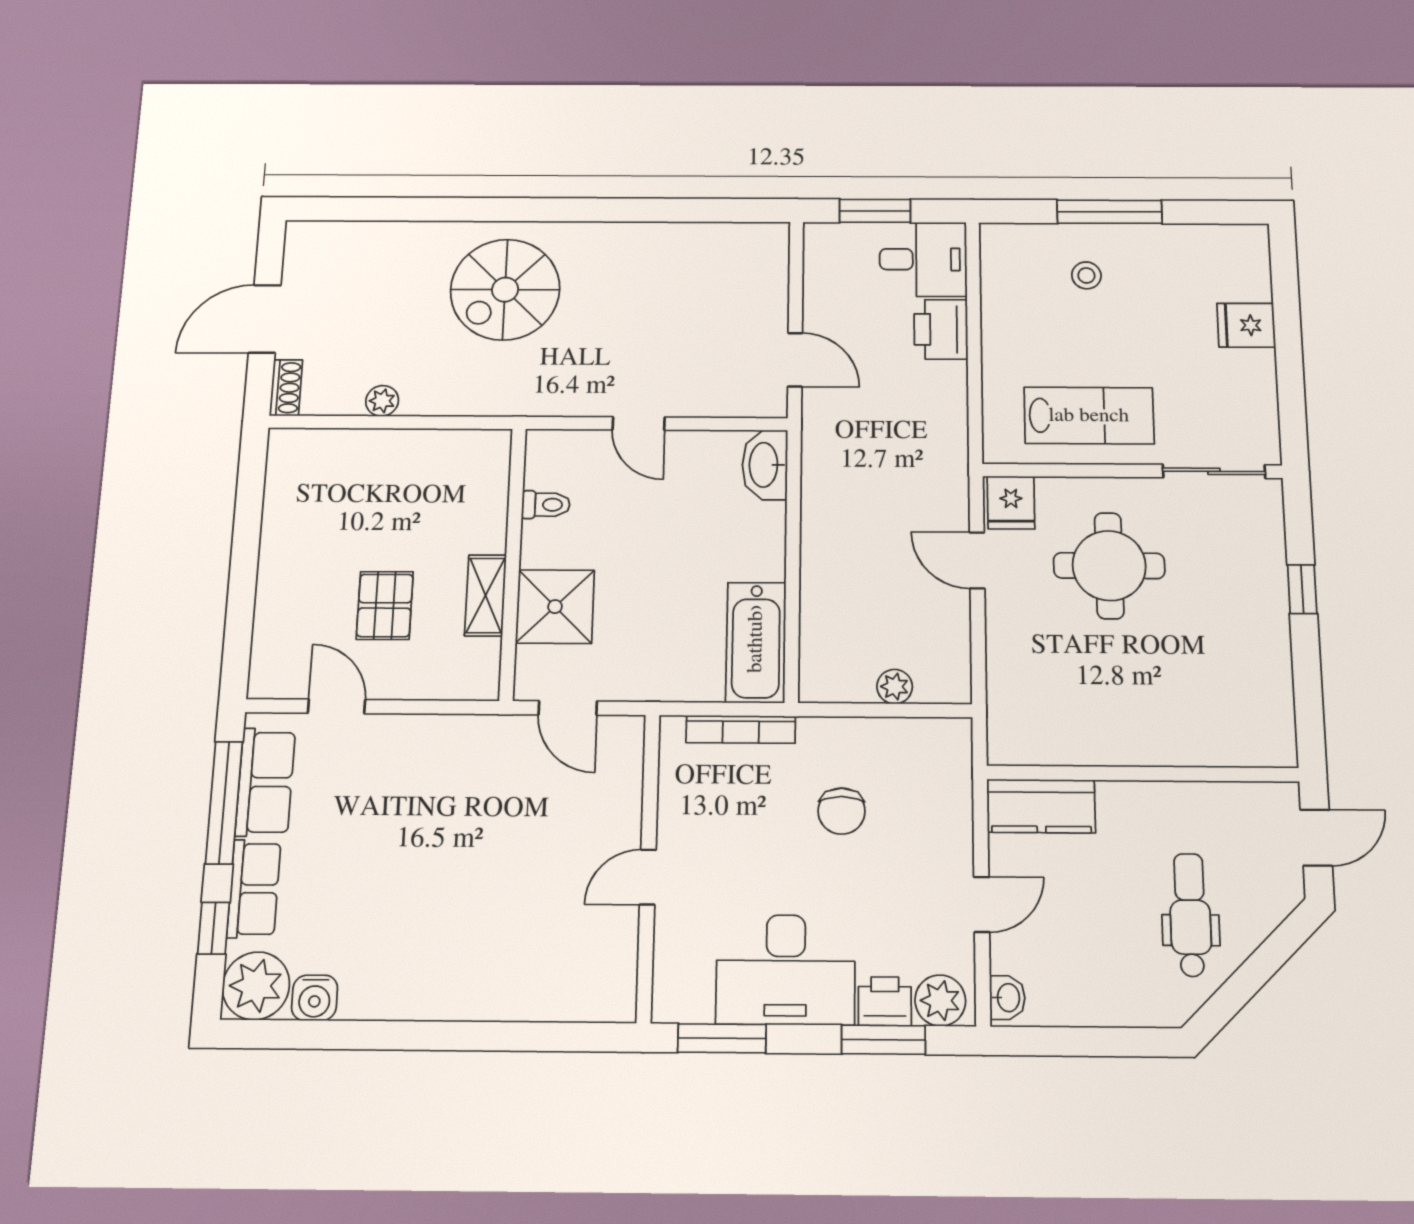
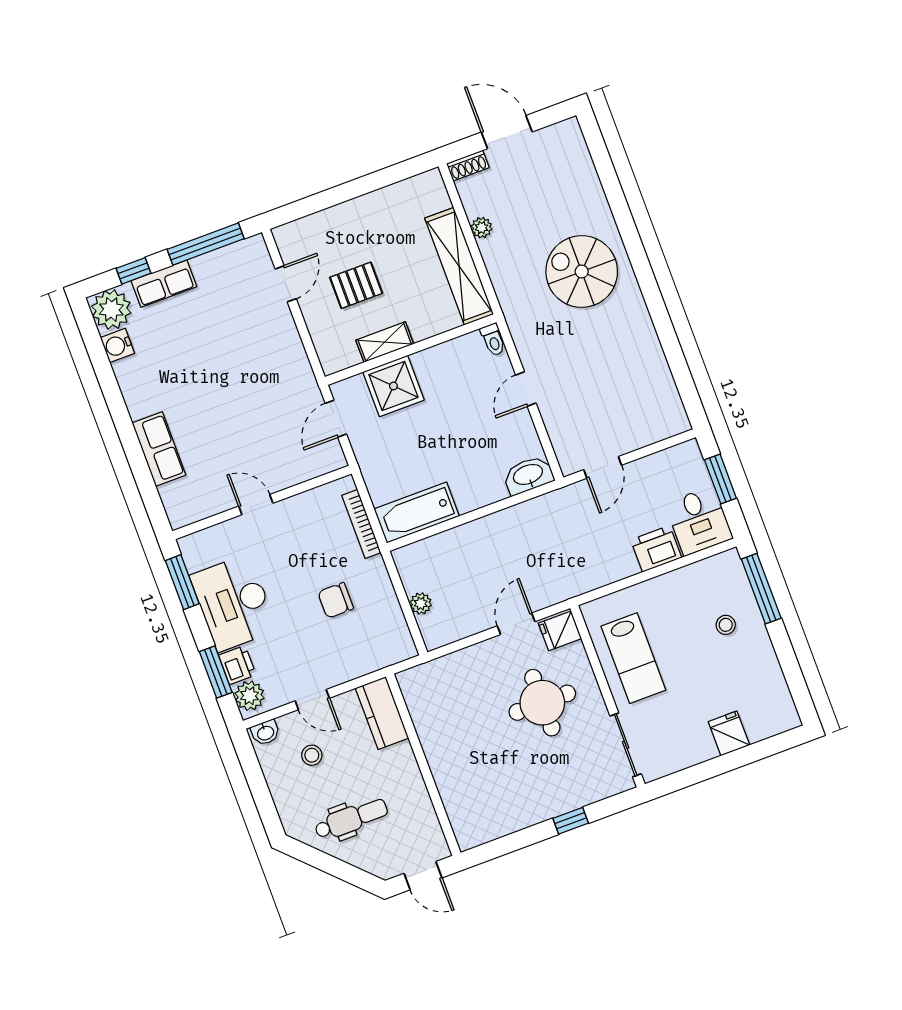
window: (1109, 212) -> (761, 589), moved
shelving: (423, 451) -> (459, 266), added
toilet: (546, 505) -> (493, 340), moved
row of seats: (265, 782) -> (159, 449), moved, turned -90
stool: (1069, 938) -> (312, 755), added

